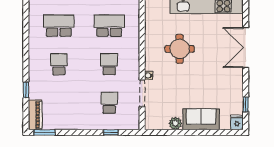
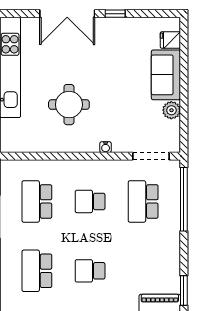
doorway: (142, 93) -> (151, 156), moved
school desk: (109, 103) -> (143, 201), width x1.85
window: (246, 104) -> (115, 14), moved
fridge: (237, 123) -> (170, 40), moved
window: (111, 132) -> (184, 199), width x3.17

